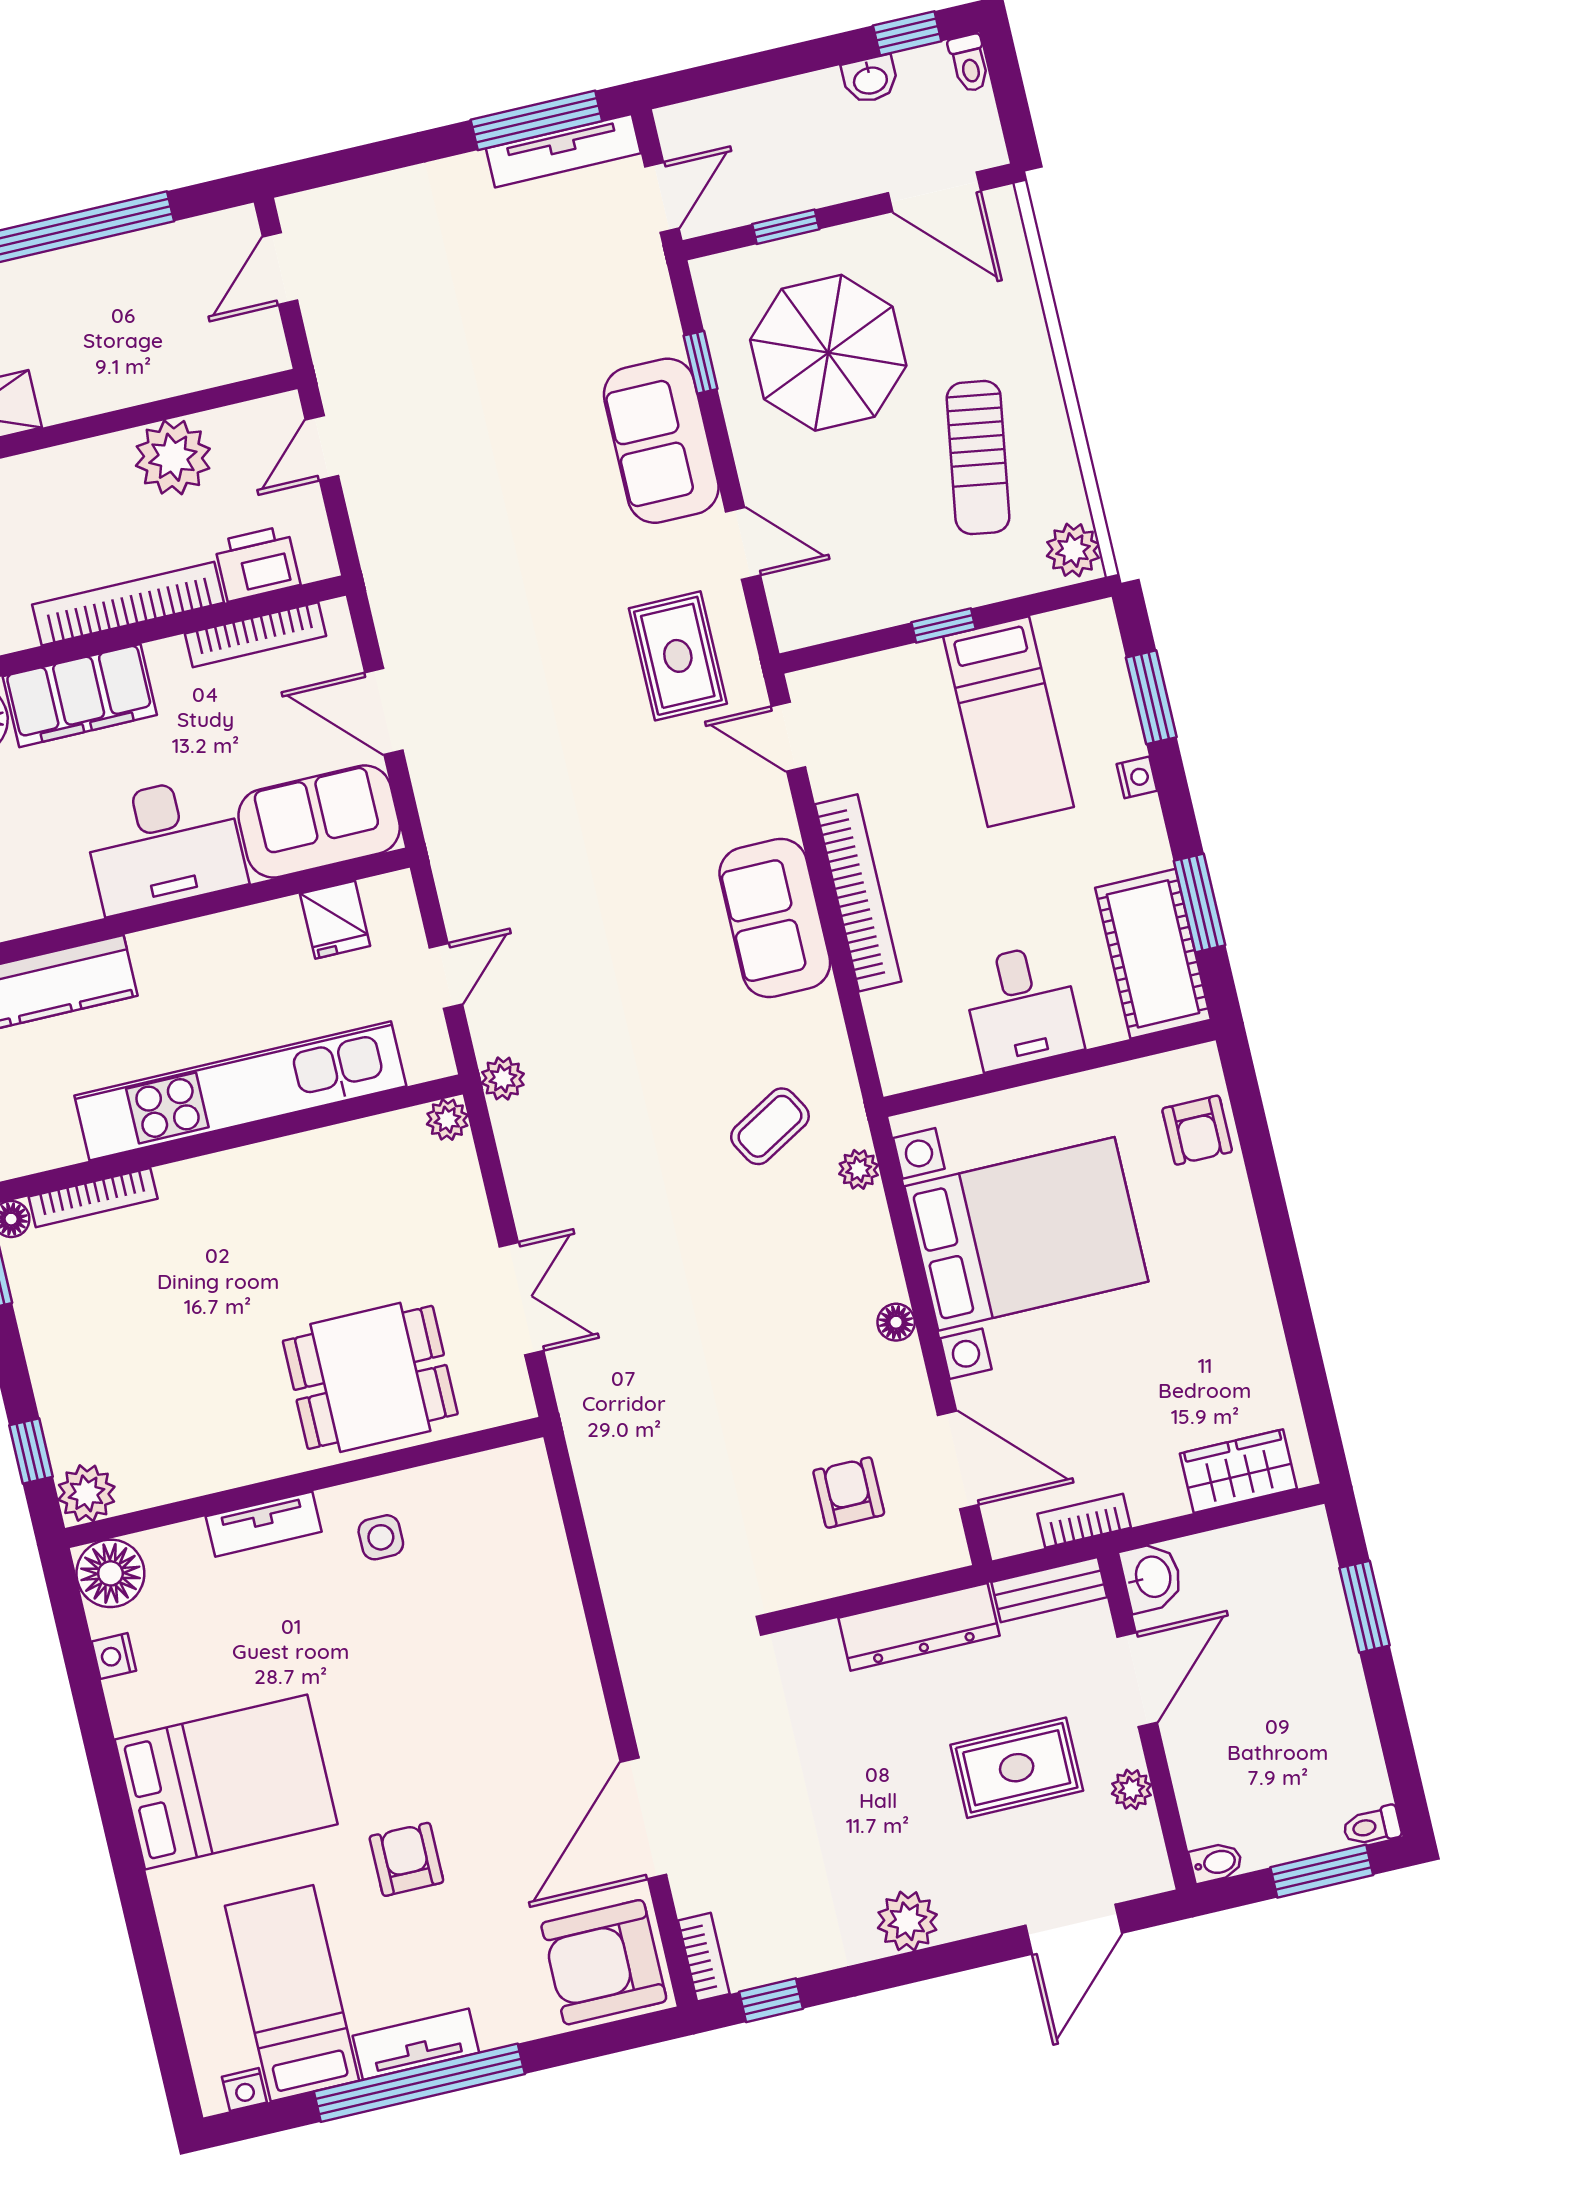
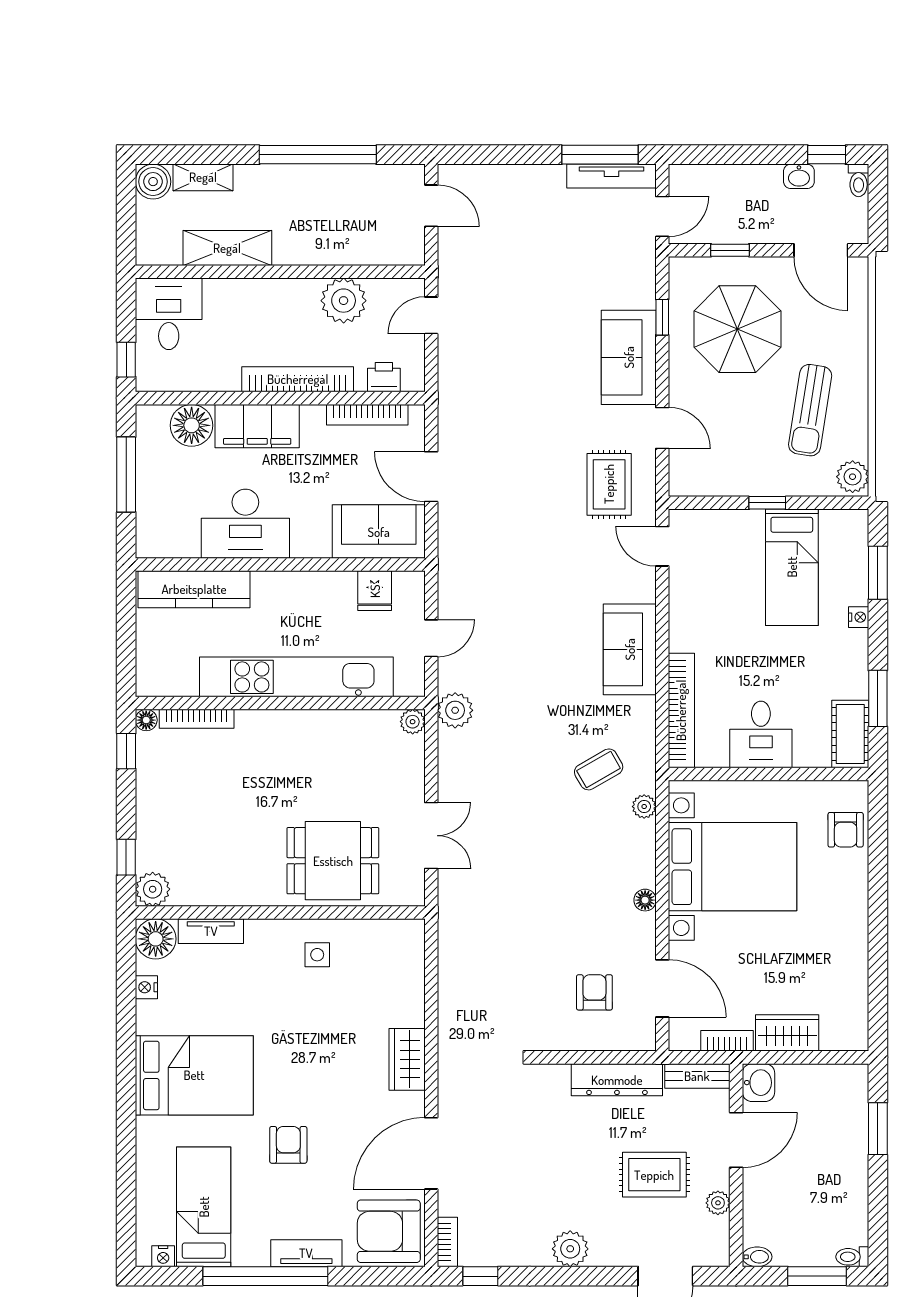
door: (280, 269) -> (431, 206), swing flipped
printer: (257, 563) -> (384, 377), width x0.73, depth x0.81
desk: (164, 844) -> (245, 524), moved
bookcase: (858, 893) -> (681, 710), moved
cot: (1153, 954) -> (850, 734), width x0.73, depth x0.75
plant: (503, 1079) -> (455, 710), width x1.38, depth x1.38
wardrobe: (1238, 1471) -> (787, 1033), moved
tv unit: (264, 1524) -> (211, 931), moved
wardrobe: (568, 1674) -> (407, 1059), added
tv unit: (416, 2044) -> (306, 1253), moved

